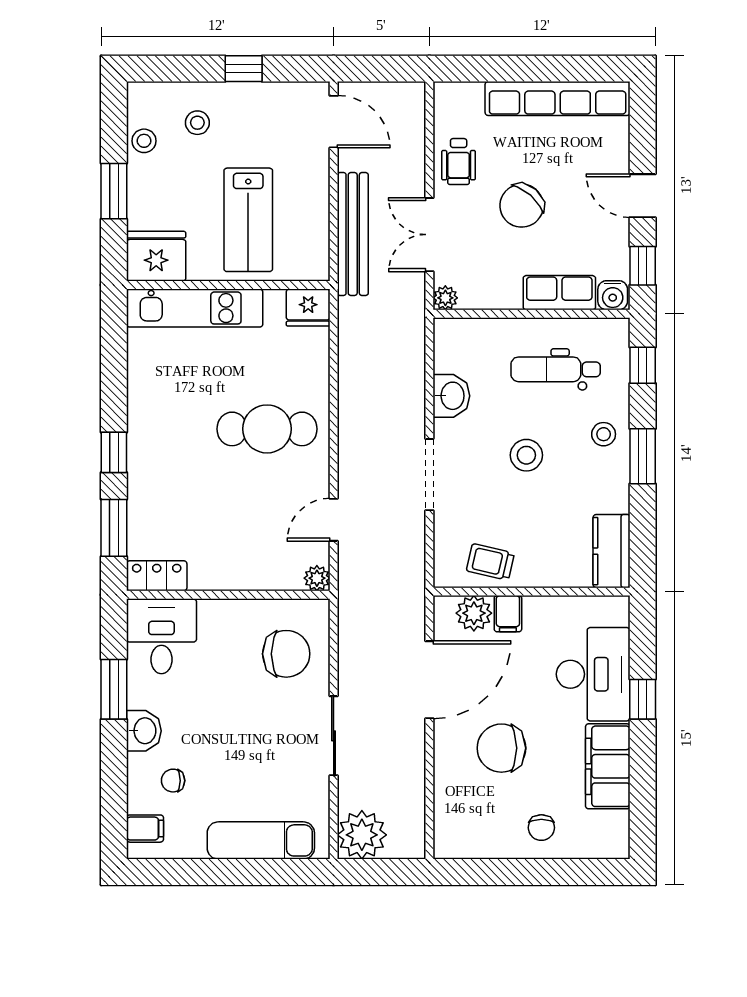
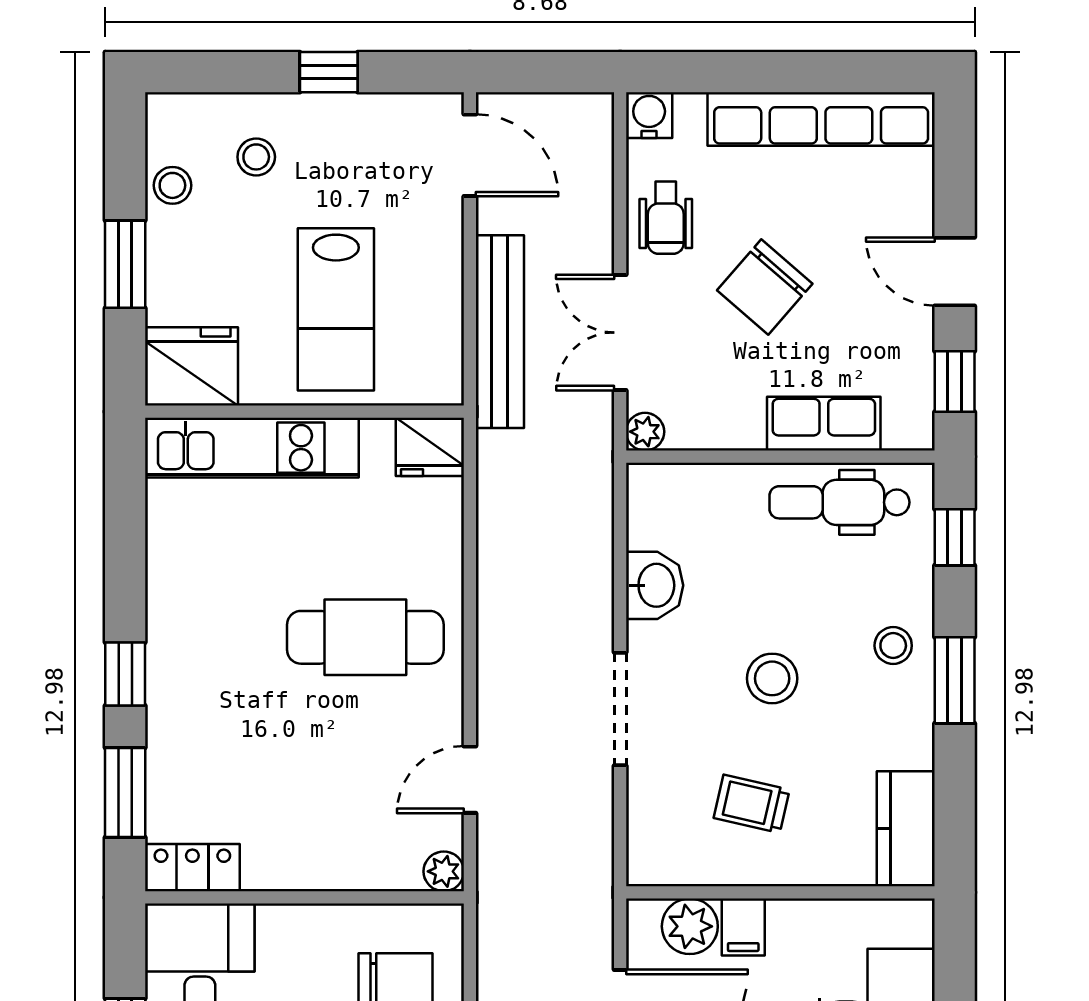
water cooler: (613, 295) -> (649, 115), moved, turned 180
dental chair: (556, 369) -> (839, 502), moved
trolley: (490, 562) -> (752, 804), moved

